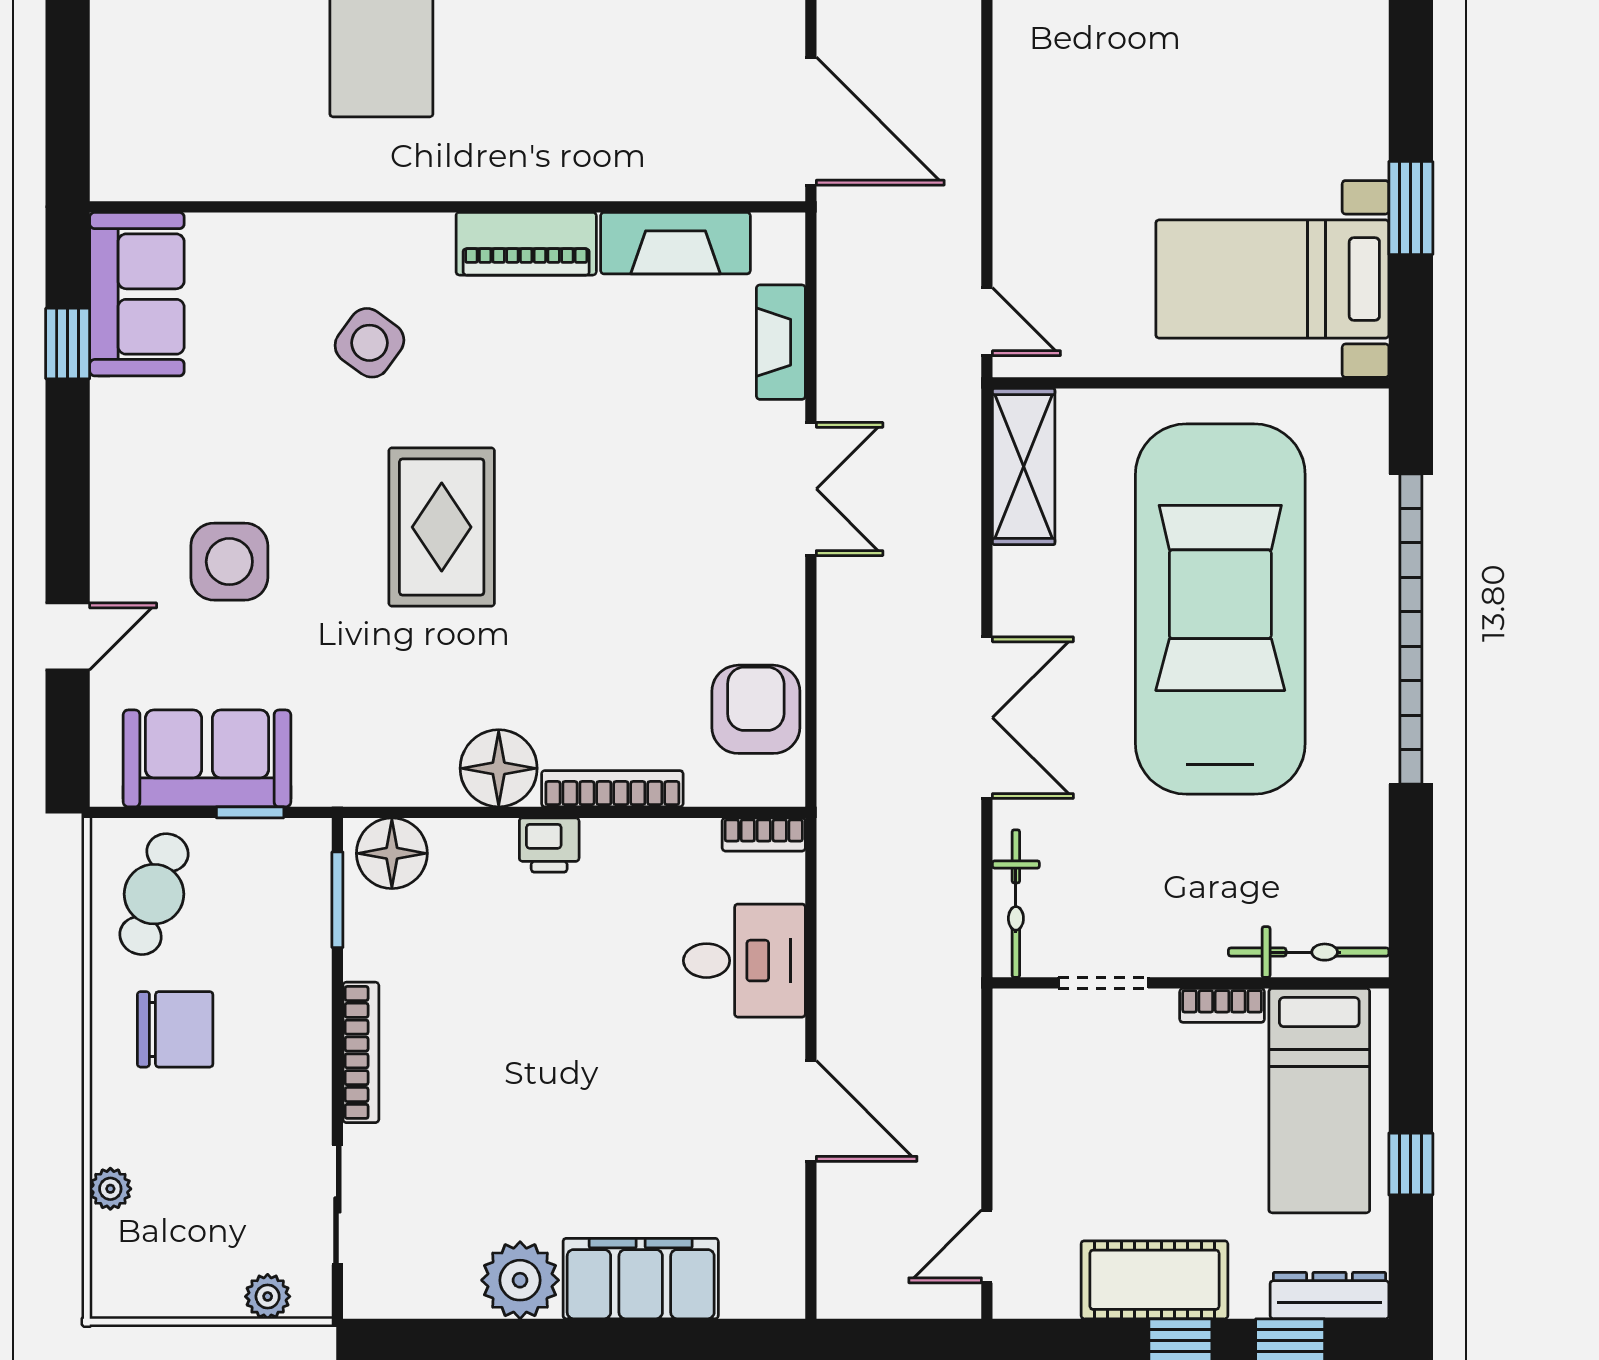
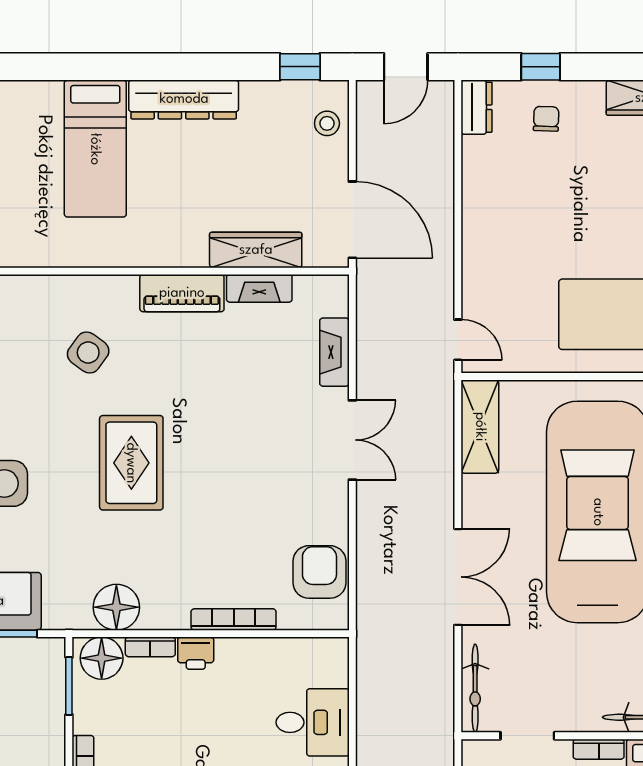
wardrobe: (649, 172) -> (256, 250), added
fireplace: (675, 243) -> (259, 288), width x0.73, depth x0.76
floor lamp: (499, 768) -> (116, 607), moved
bookcase: (764, 834) -> (150, 647), moved

